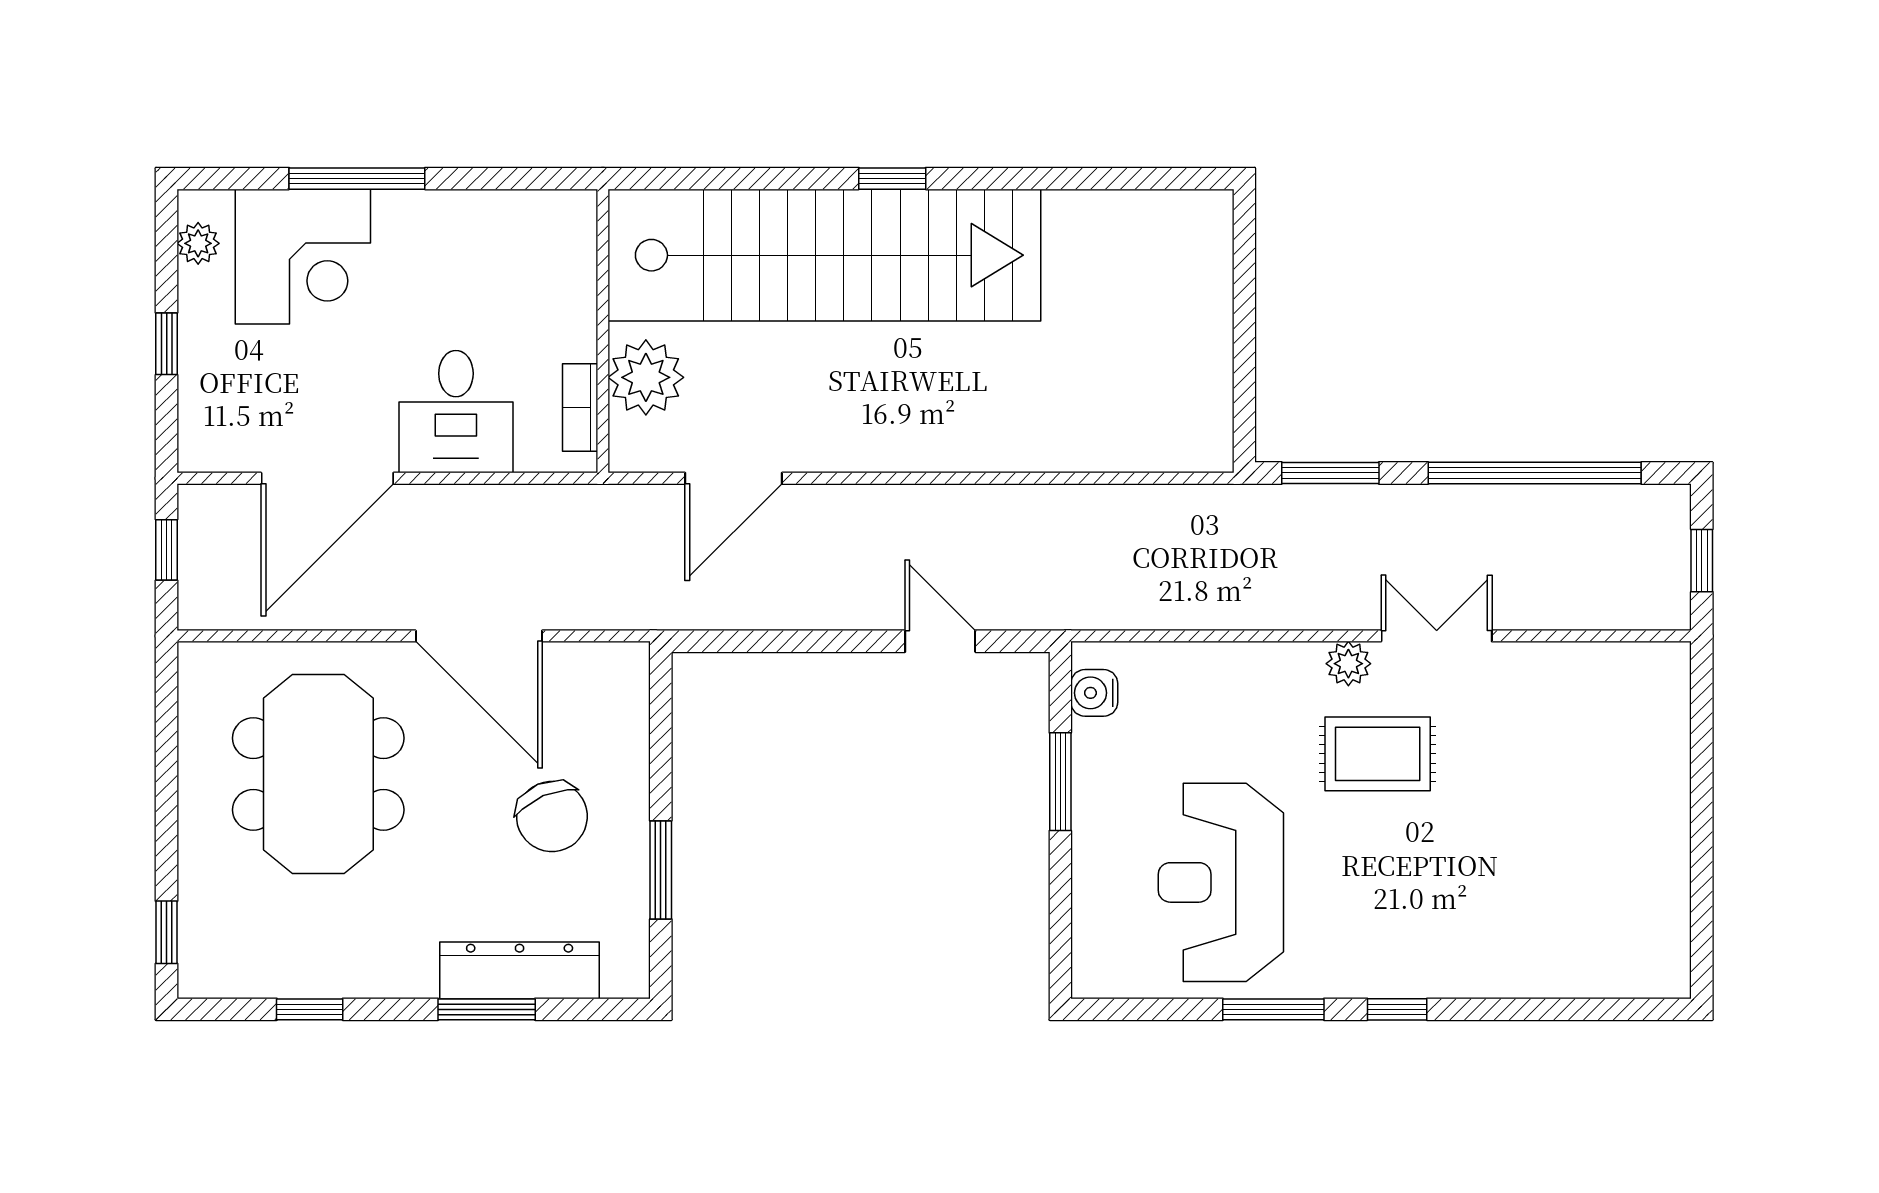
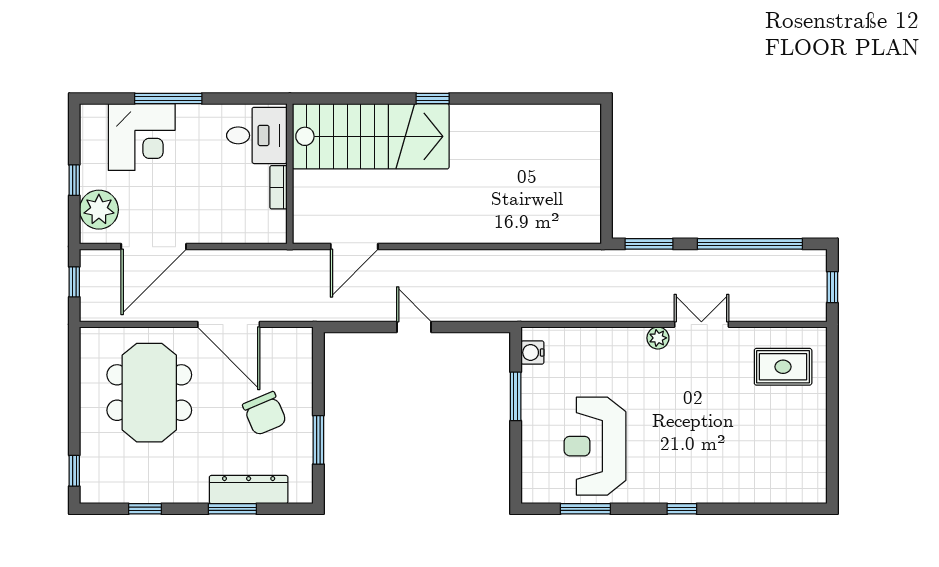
plant: (198, 243) -> (99, 210), moved, width x1.88, depth x1.88
stairs: (824, 255) -> (371, 136), width x0.73
plant: (646, 377) -> (311, 197), removed
bookcase: (580, 407) -> (279, 187), moved
desk: (456, 412) -> (257, 135), moved, turned -90
door: (940, 641) -> (414, 327), moved
rug: (1378, 754) -> (783, 367), moved
window: (1273, 1009) -> (585, 509), moved

